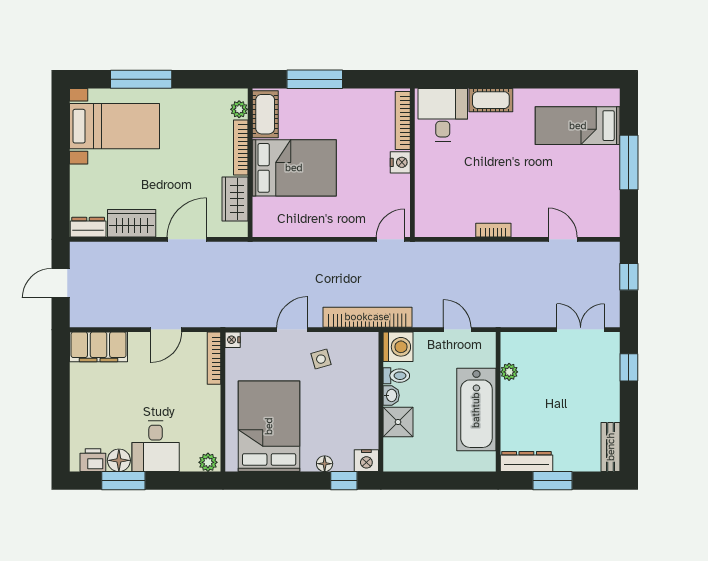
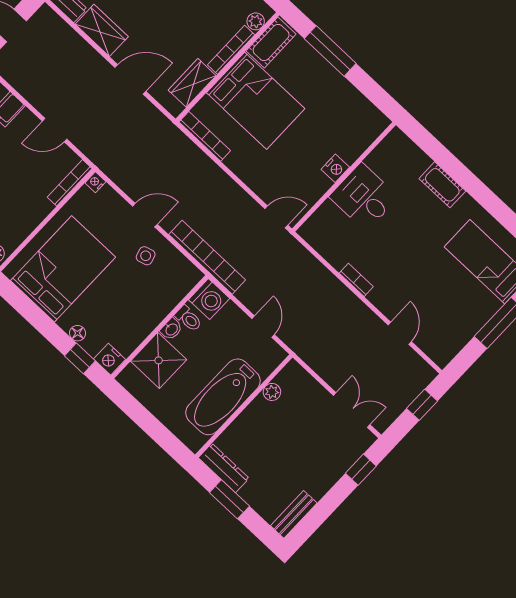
desk: (443, 115) -> (364, 197), moved, turned -90
bookcase: (403, 121) -> (205, 136), moved, turned 90
shower: (398, 422) -> (159, 360), width x1.36, depth x1.36

